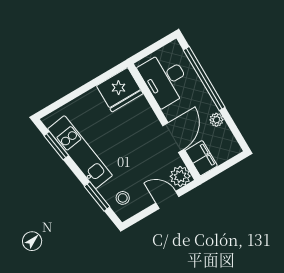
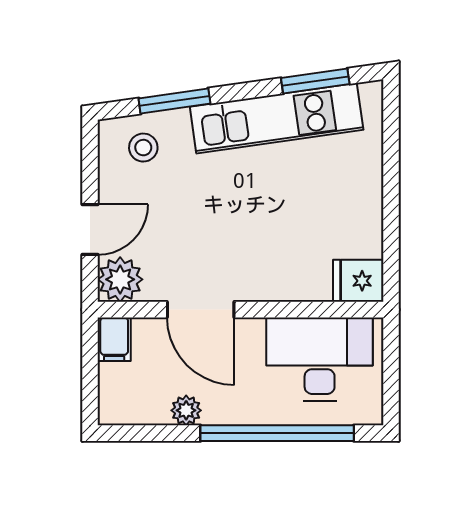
fridge: (120, 90) -> (358, 281), width x0.53, depth x0.75
filing cabinet: (201, 158) -> (114, 339), width x0.50

